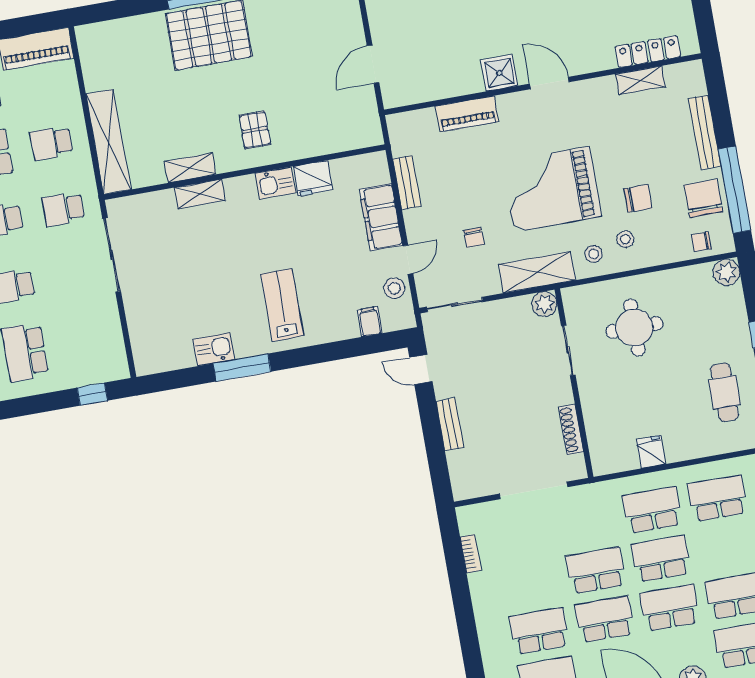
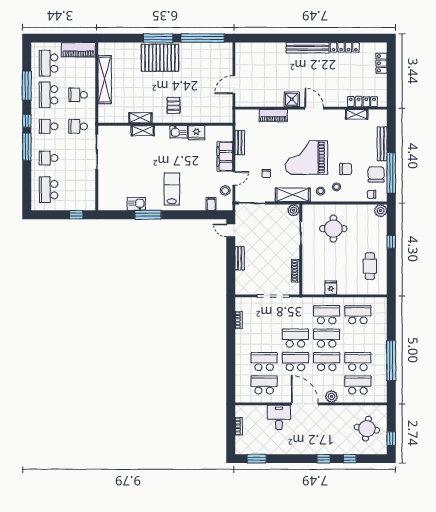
shelving: (108, 142) -> (105, 80), moved

